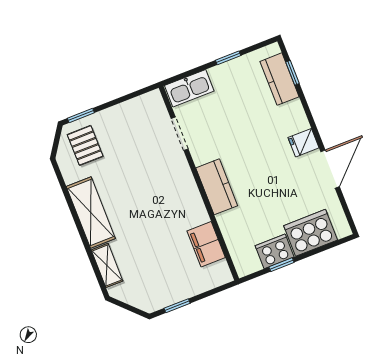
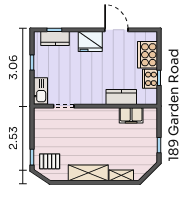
fridge: (304, 143) -> (90, 41), width x1.88, depth x1.34
kitchen counter: (217, 187) -> (121, 97), moved

